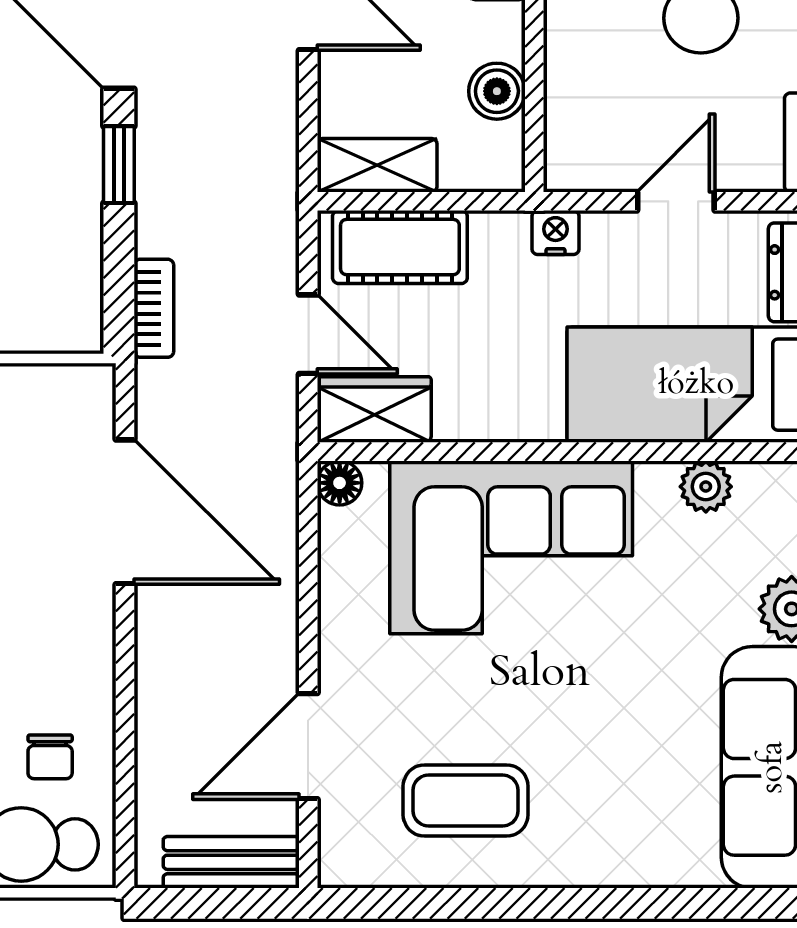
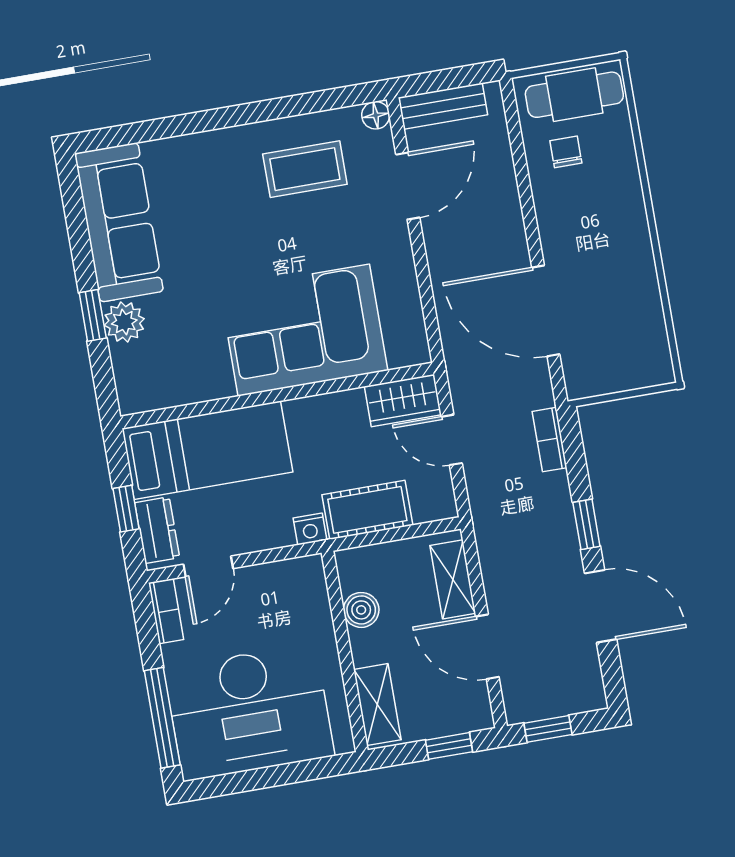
shelving: (377, 165) -> (453, 579), moved, turned 90
door: (676, 201) -> (208, 566), moved
cot: (400, 247) -> (367, 510), moved
floor lamp: (340, 483) -> (376, 115), moved
plant: (706, 487) -> (190, 388), removed

